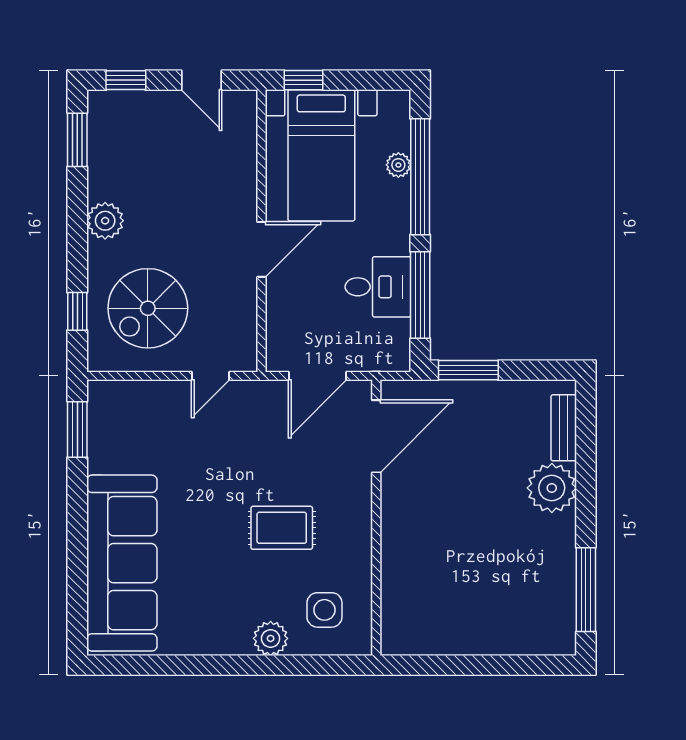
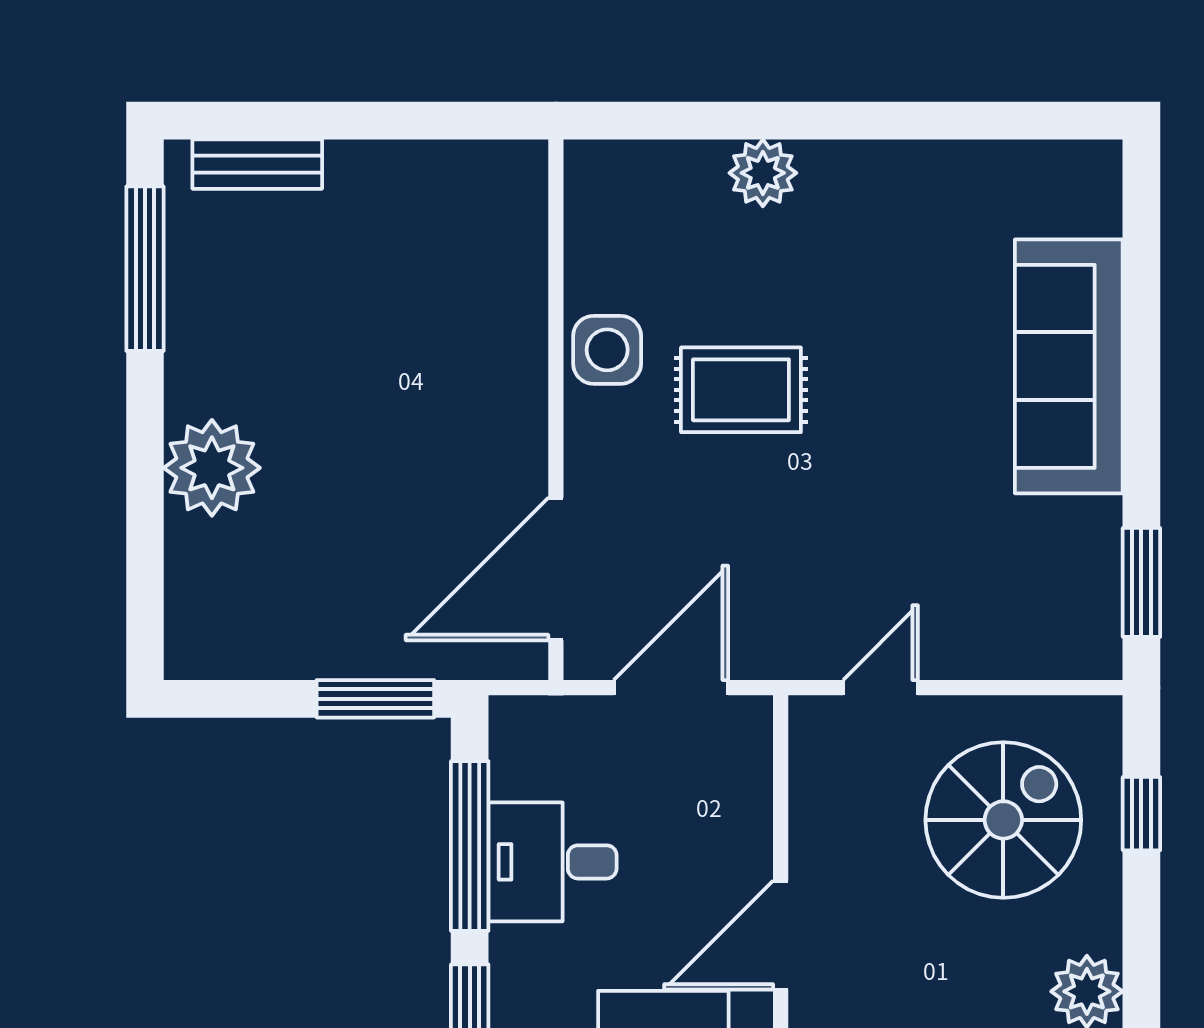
bench: (564, 428) -> (257, 164), moved, turned 90
sofa: (122, 563) -> (1069, 366), width x0.74, depth x0.79
side table: (324, 610) -> (607, 350), moved

